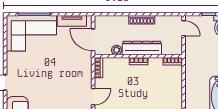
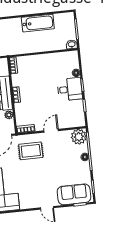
rug: (72, 71) -> (31, 151), added
door: (93, 97) -> (51, 131), hinge flipped

